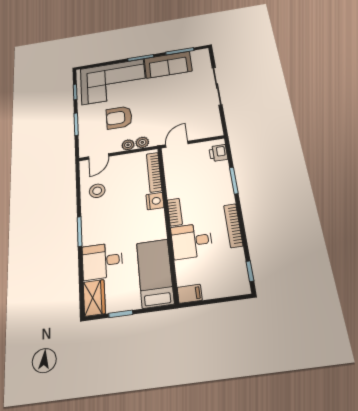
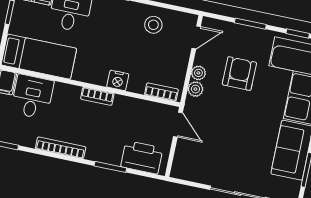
printer: (218, 153) -> (142, 157), width x1.87, depth x1.48
door: (99, 157) -> (196, 37), swing flipped
bookcase: (154, 172) -> (161, 92), width x0.64
desk: (192, 241) -> (32, 97), moved

